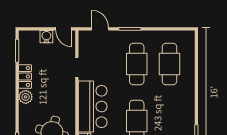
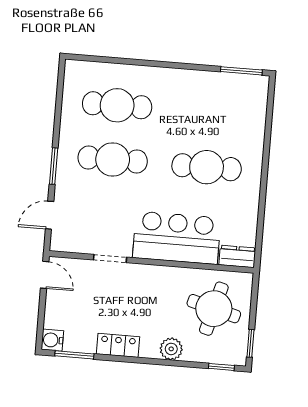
door: (64, 29) -> (45, 275), hinge flipped
water cooler: (46, 37) -> (52, 340), moved
plant: (26, 97) -> (171, 349), moved

